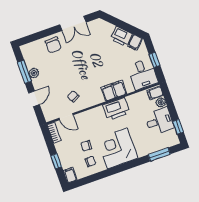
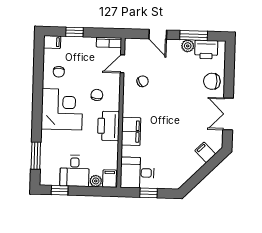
printer: (121, 36) -> (206, 50), moved, turned -135
filing cabinet: (135, 42) -> (205, 152), moved
chair: (86, 146) -> (97, 95), moved

